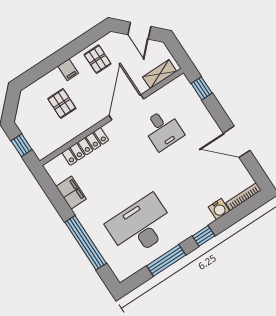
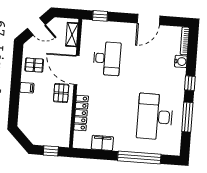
pallet: (62, 103) -> (61, 93), moved, turned 90
desk: (163, 130) -> (107, 58), width x1.37

